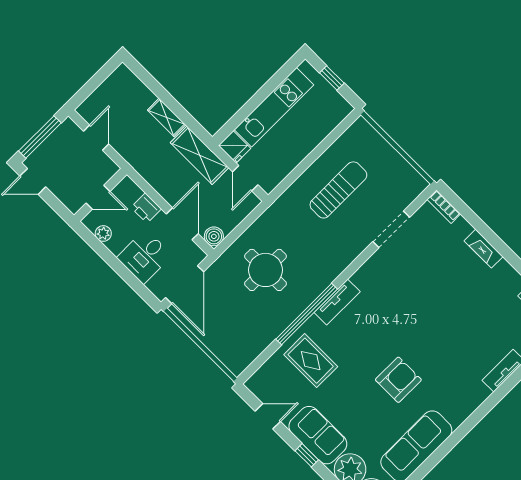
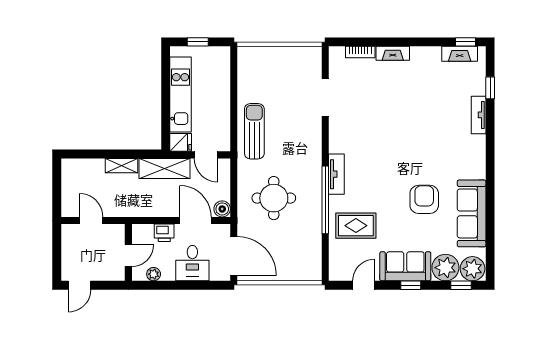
window: (40, 137) -> (57, 254), removed
sun lounger: (338, 190) -> (254, 131), moved
bookcase: (444, 207) -> (360, 52), moved
armchair: (398, 380) -> (424, 199), moved

